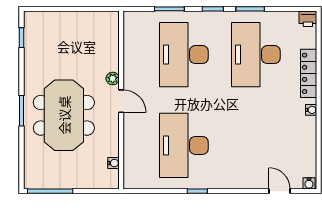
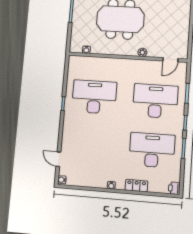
locker: (309, 73) -> (136, 186), width x0.66
door: (121, 101) -> (170, 60), moved
door: (279, 191) -> (58, 159), swing flipped

